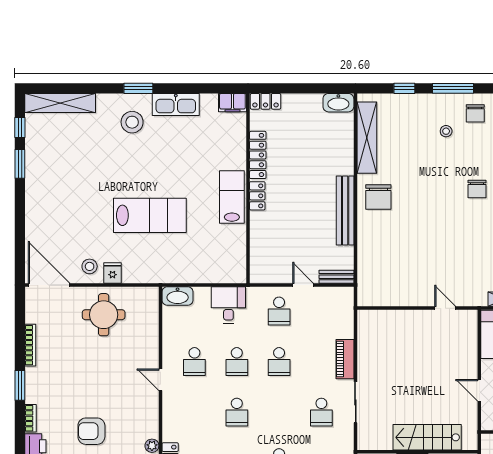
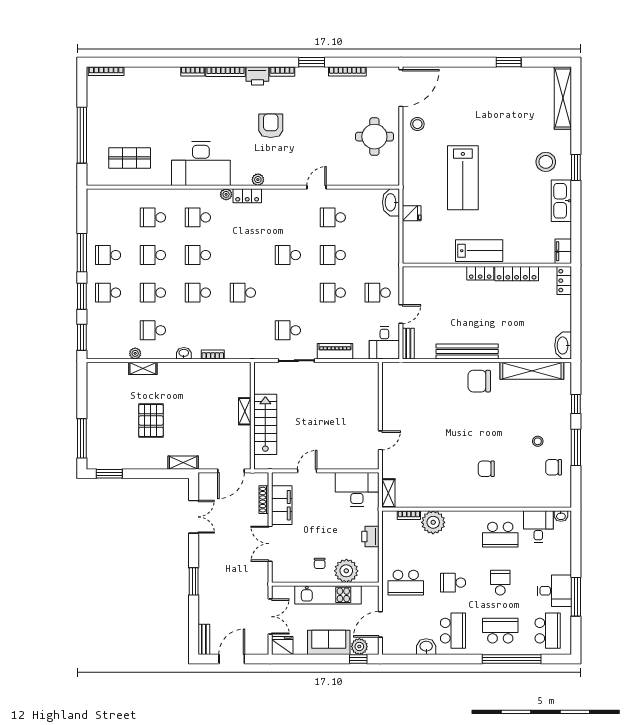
window: (20, 128) -> (541, 62), removed
fridge: (113, 273) -> (412, 213), moved
desk: (228, 305) -> (384, 343), moved, turned 90

